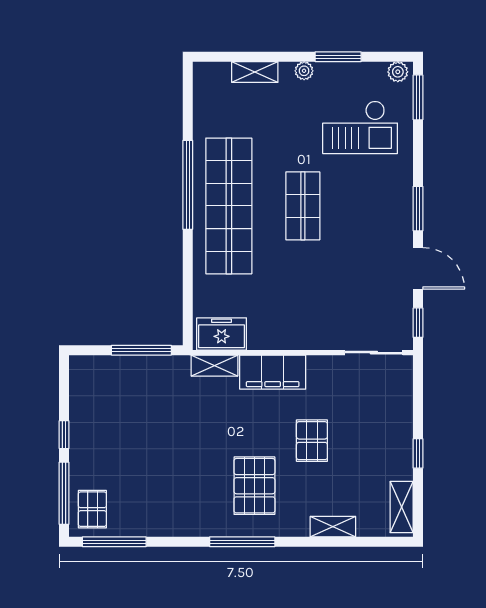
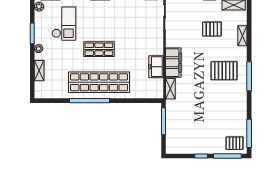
freezer: (222, 334) -> (156, 67), moved
pallet: (312, 441) -> (212, 29), moved

